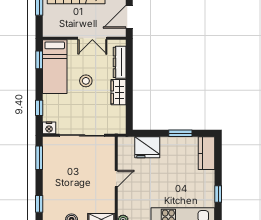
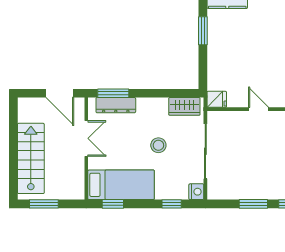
window: (129, 60) -> (113, 93), added
stool: (86, 81) -> (158, 145), moved
wardrobe: (119, 92) -> (184, 106), moved
fridge: (147, 147) -> (217, 99), moved, width x0.53, depth x0.75
window: (39, 158) -> (253, 204), moved

